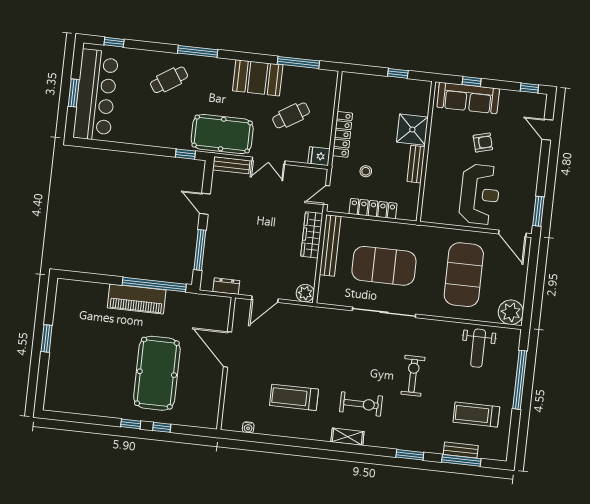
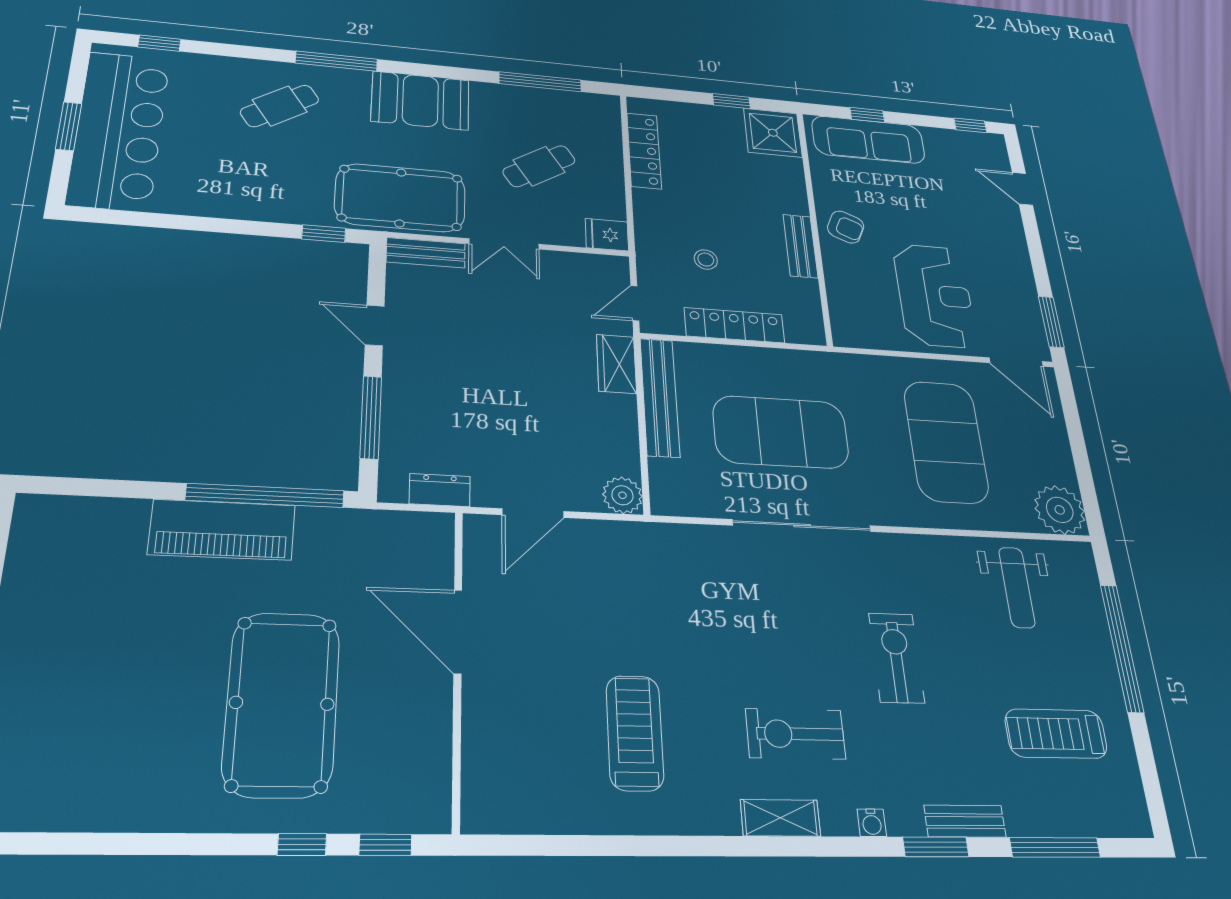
booth: (258, 78) -> (420, 101), moved
shower: (412, 130) -> (773, 133), moved
locker: (343, 134) -> (644, 151), moved
armchair: (483, 142) -> (846, 227), moved, turned 39
wardrobe: (312, 235) -> (616, 364), width x0.67
treadmill: (294, 397) -> (635, 733), turned 90
exercise bike: (361, 404) -> (796, 734), turned 180
window: (131, 424) -> (386, 845), moved
water cooler: (248, 427) -> (872, 823), moved
bench: (461, 450) -> (965, 821), moved

